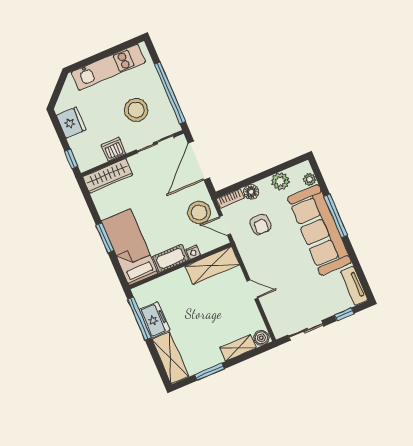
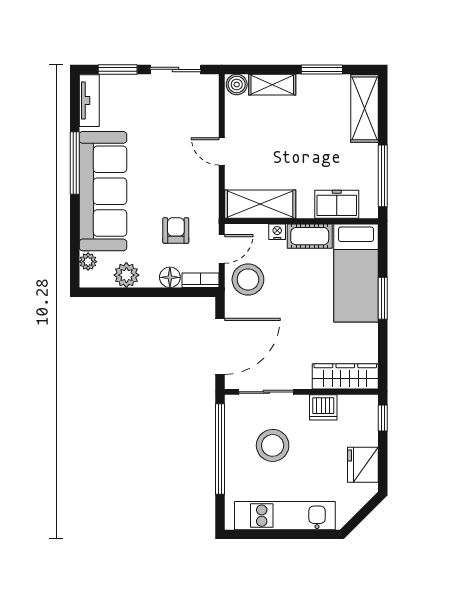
window: (336, 216) -> (75, 163), moved
door: (225, 225) -> (222, 249), hinge flipped
window: (344, 314) -> (118, 69), width x1.50
freezer: (155, 320) -> (337, 204), moved, turned 90

